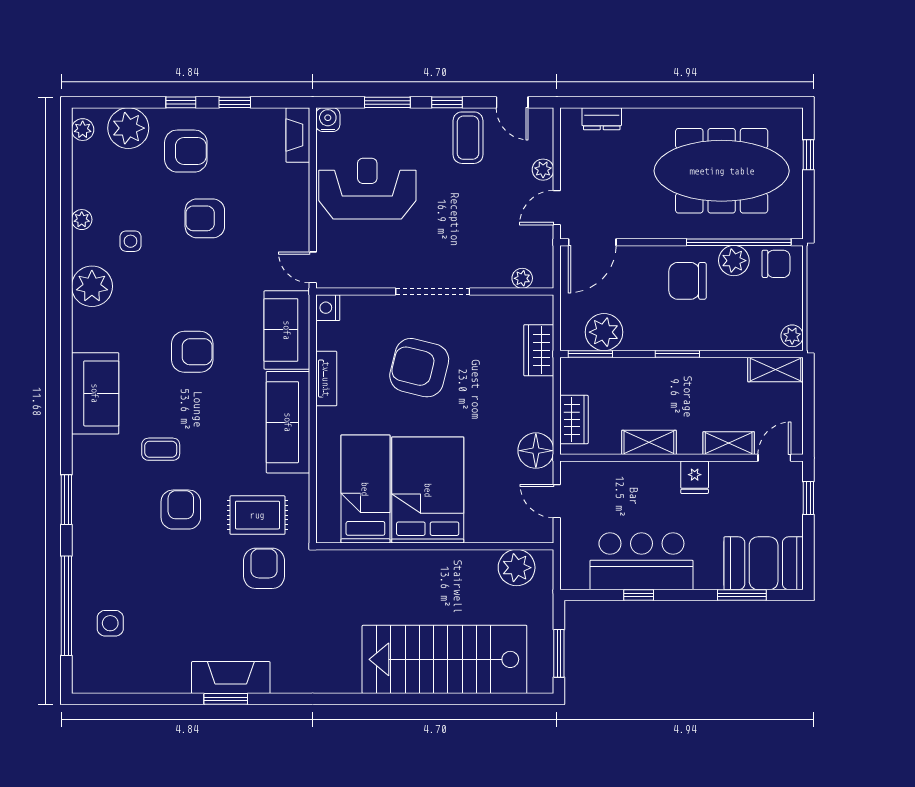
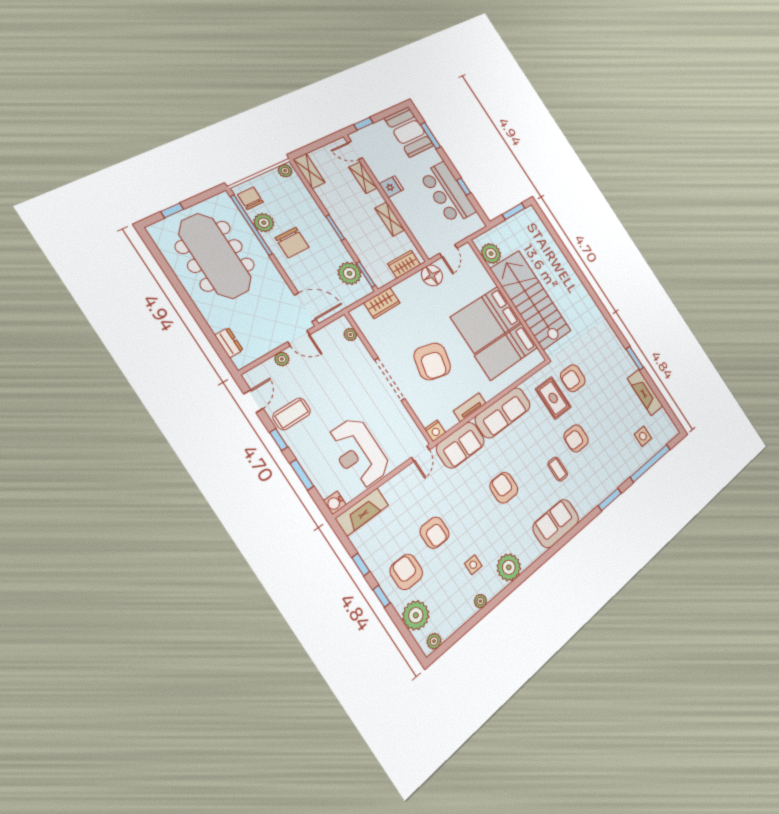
fireplace: (298, 135) -> (362, 512), width x1.37, depth x1.32
stairs: (444, 659) -> (531, 300), moved, turned 180
fireplace: (231, 678) -> (645, 392), moved

